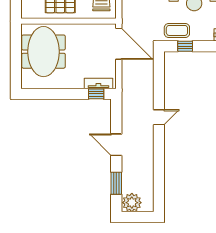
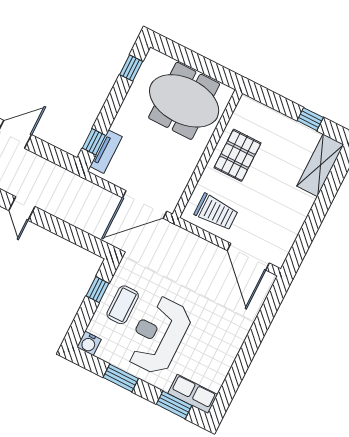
coffee table: (177, 30) -> (123, 305), moved
window: (40, 94) -> (131, 68), added

